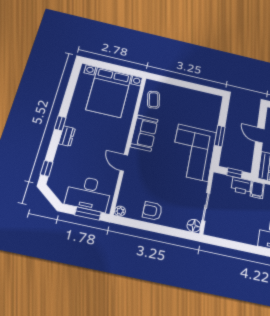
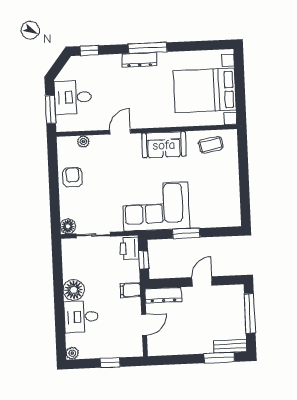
window: (60, 123) -> (148, 48), width x2.17
dresser: (67, 136) -> (139, 60), width x1.44
printer: (241, 186) -> (129, 249), moved
desk: (89, 194) -> (73, 97), width x0.73
plant: (120, 211) -> (83, 142), moved
floor lamp: (249, 235) -> (74, 290), added

